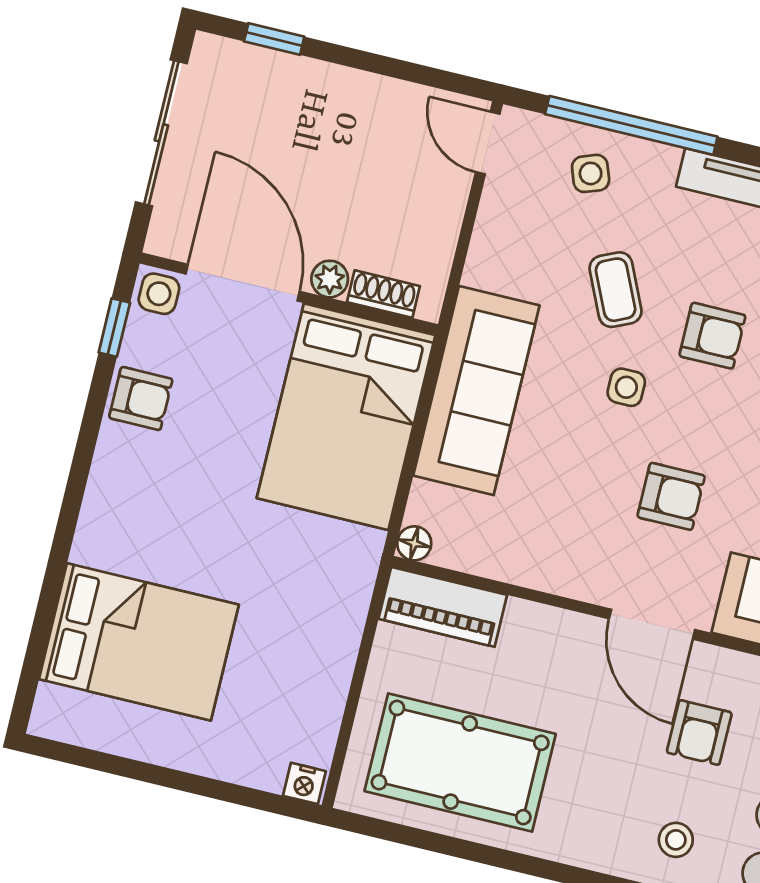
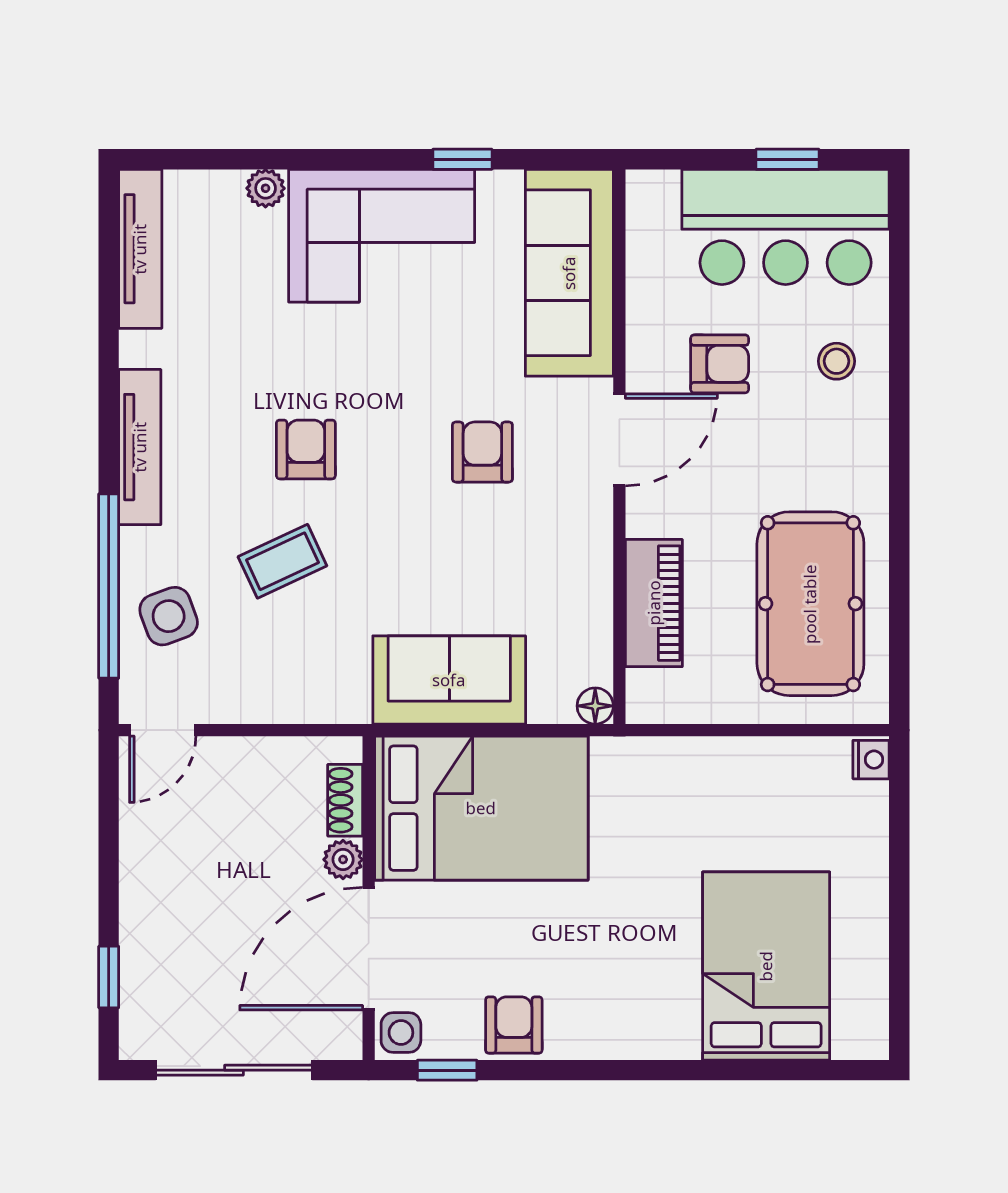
side table: (591, 173) -> (169, 616), width x1.37, depth x1.37
side table: (626, 387) -> (381, 526), removed
sofa: (476, 391) -> (449, 680), width x0.73
piano: (443, 607) -> (654, 603), moved

